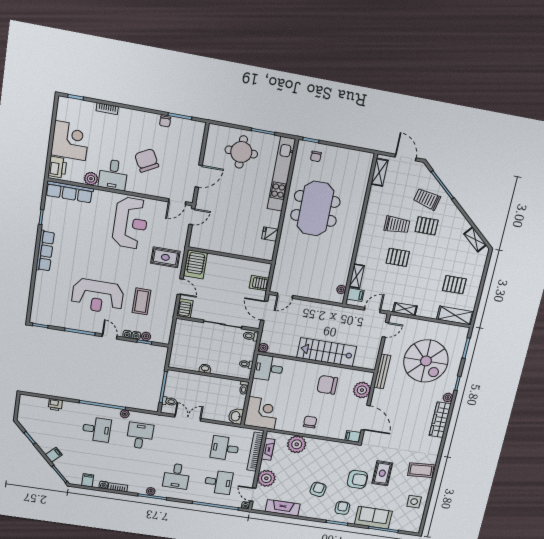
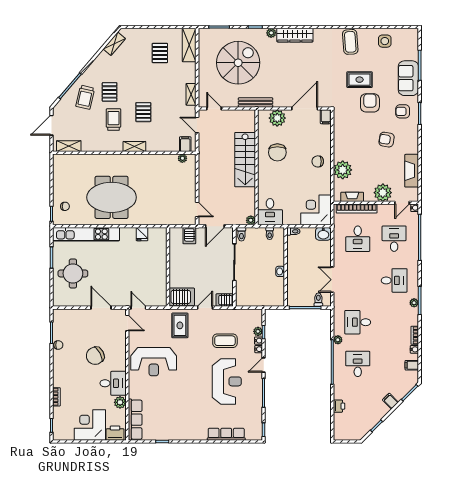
reception desk: (130, 223) -> (154, 362), turned 180
row of seats: (45, 251) -> (226, 434), moved
shelving: (357, 276) -> (134, 146), moved

